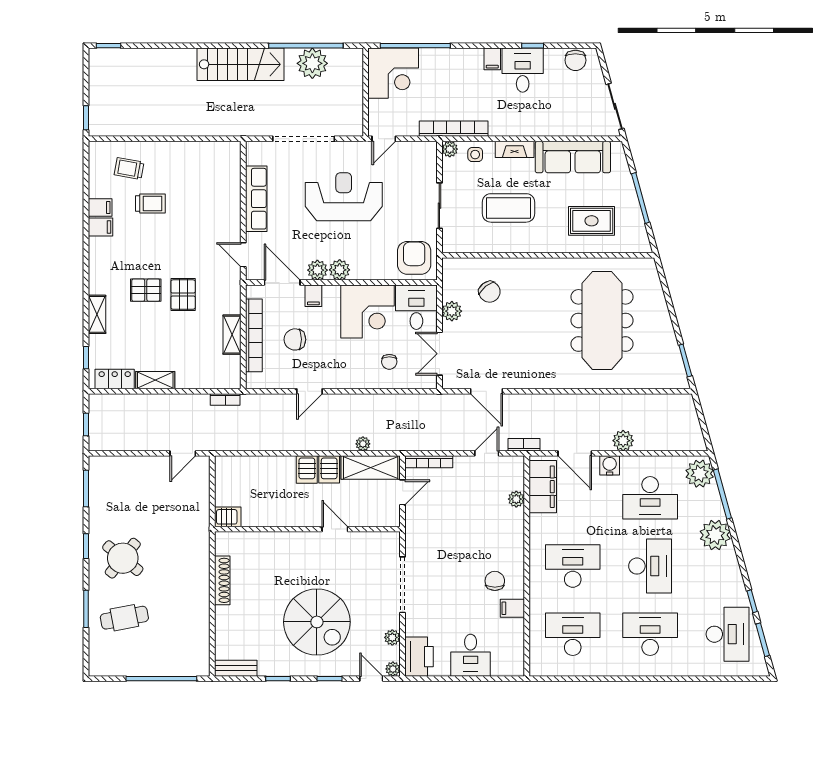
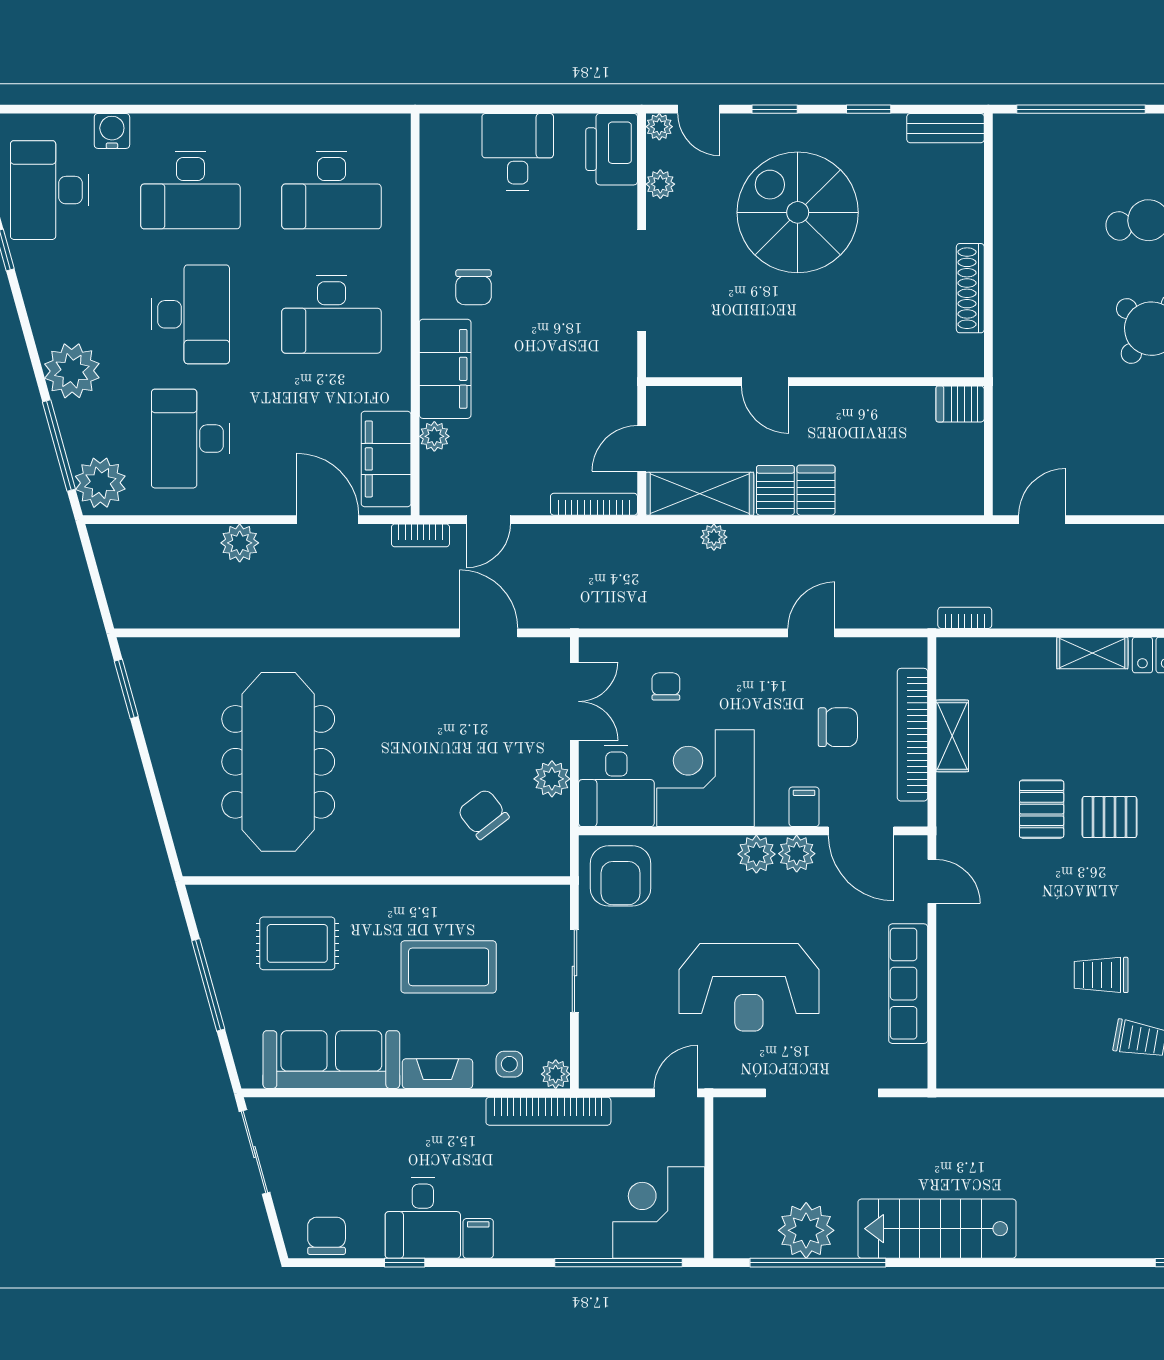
water cooler: (610, 465) -> (112, 131), moved, turned 180
desk: (650, 498) -> (190, 439), turned -90
desk: (650, 566) -> (190, 314), turned 180
filing cabinet: (512, 608) -> (445, 369), moved, width x3.00, depth x1.17

